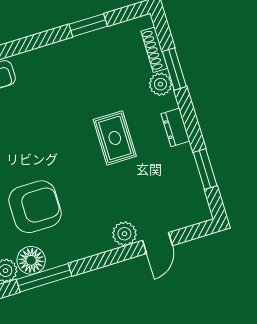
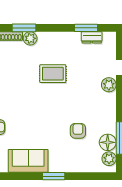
dresser: (175, 127) -> (92, 37), moved
armchair: (35, 207) -> (78, 131), width x0.53, depth x0.53

